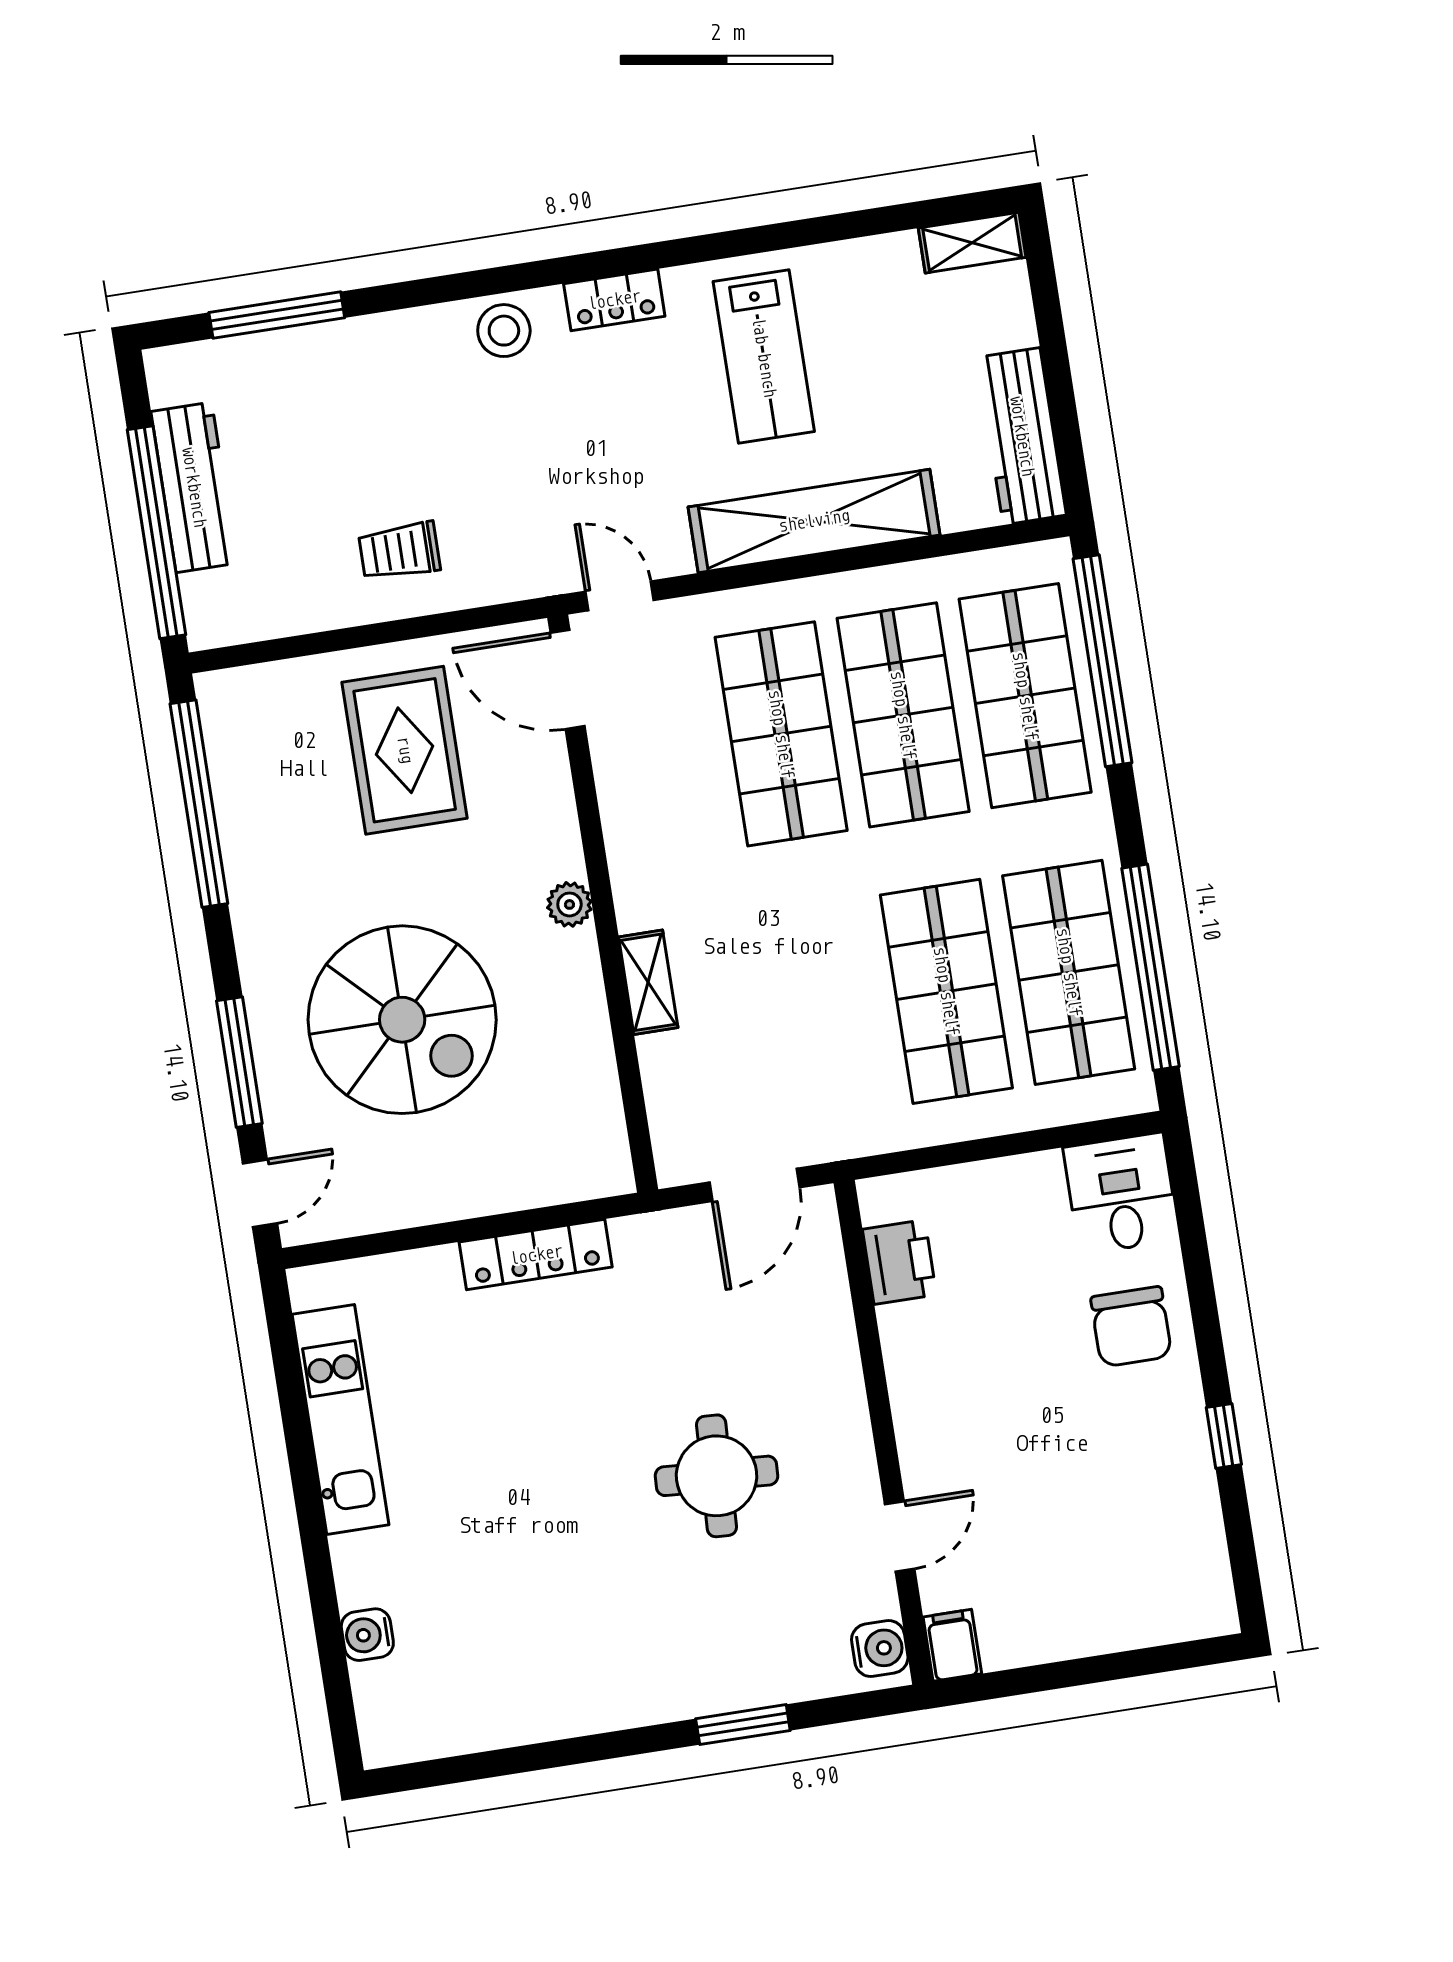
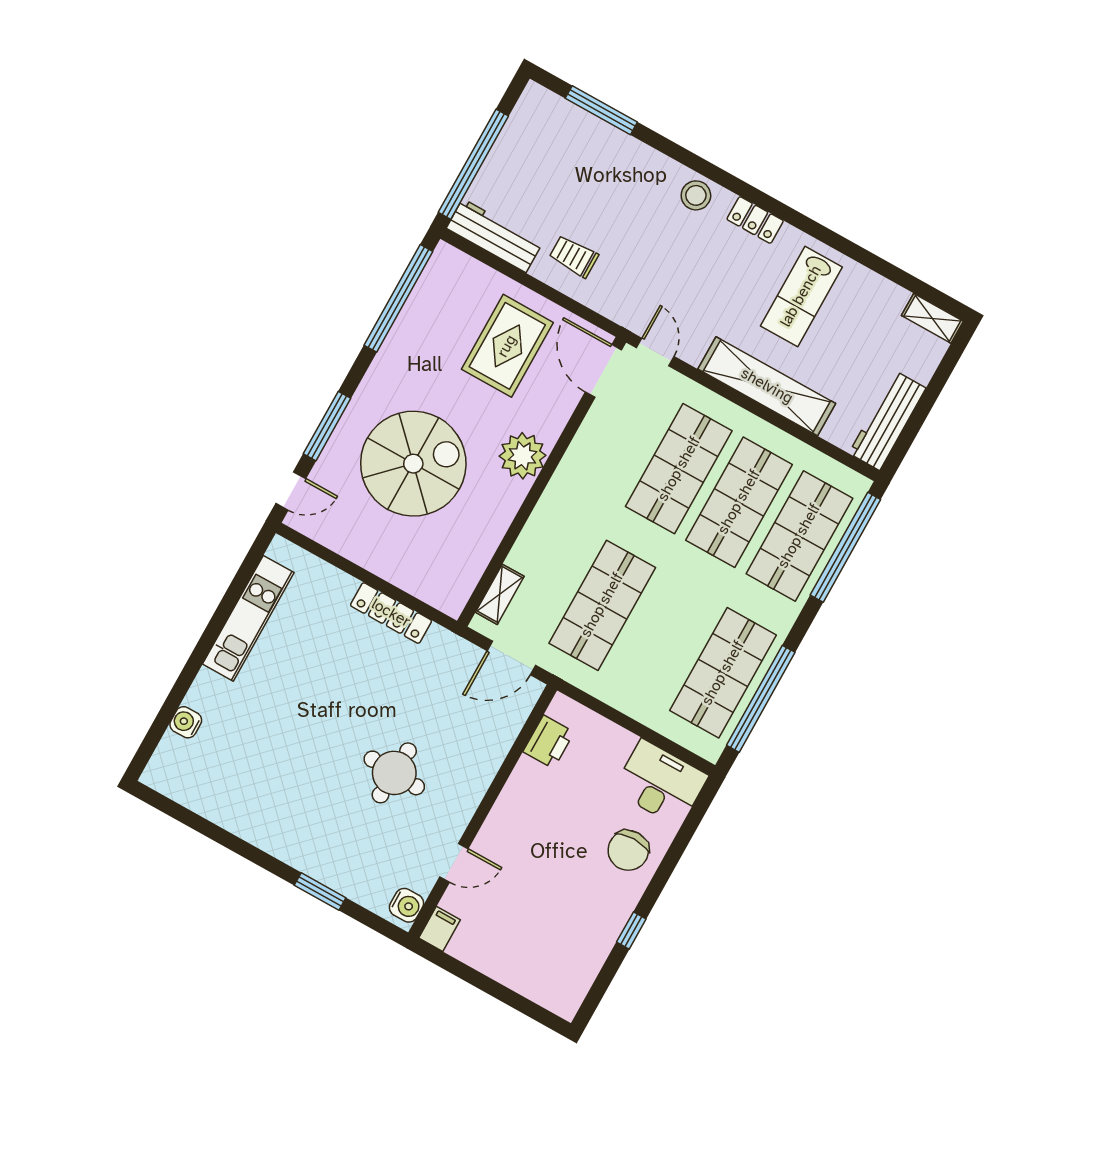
workbench: (194, 487) -> (494, 236), moved, turned -90
plant: (569, 904) -> (523, 456), width x1.87, depth x1.87
shelving: (648, 982) -> (500, 594), moved
shop shelf: (946, 991) -> (602, 605), moved
spiral stairs: (402, 1020) -> (413, 464), turned -90
desk: (1121, 1194) -> (661, 783), width x1.37

